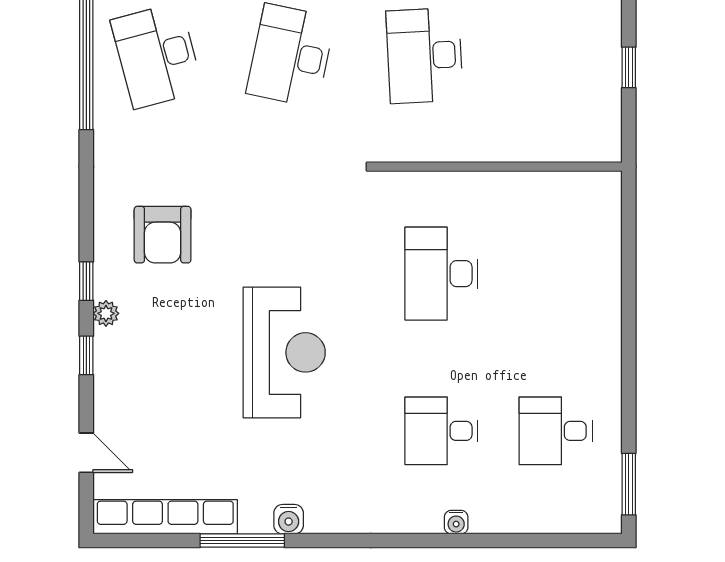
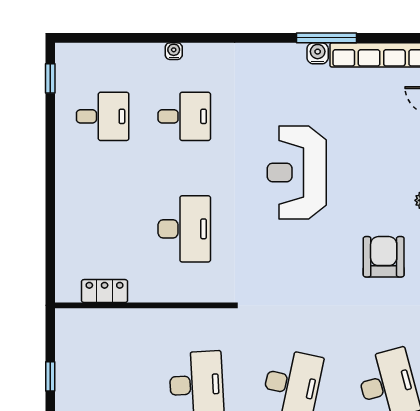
locker: (553, 187) -> (105, 291), added
window: (629, 484) -> (50, 78), width x0.67
water cooler: (289, 519) -> (318, 53), moved

